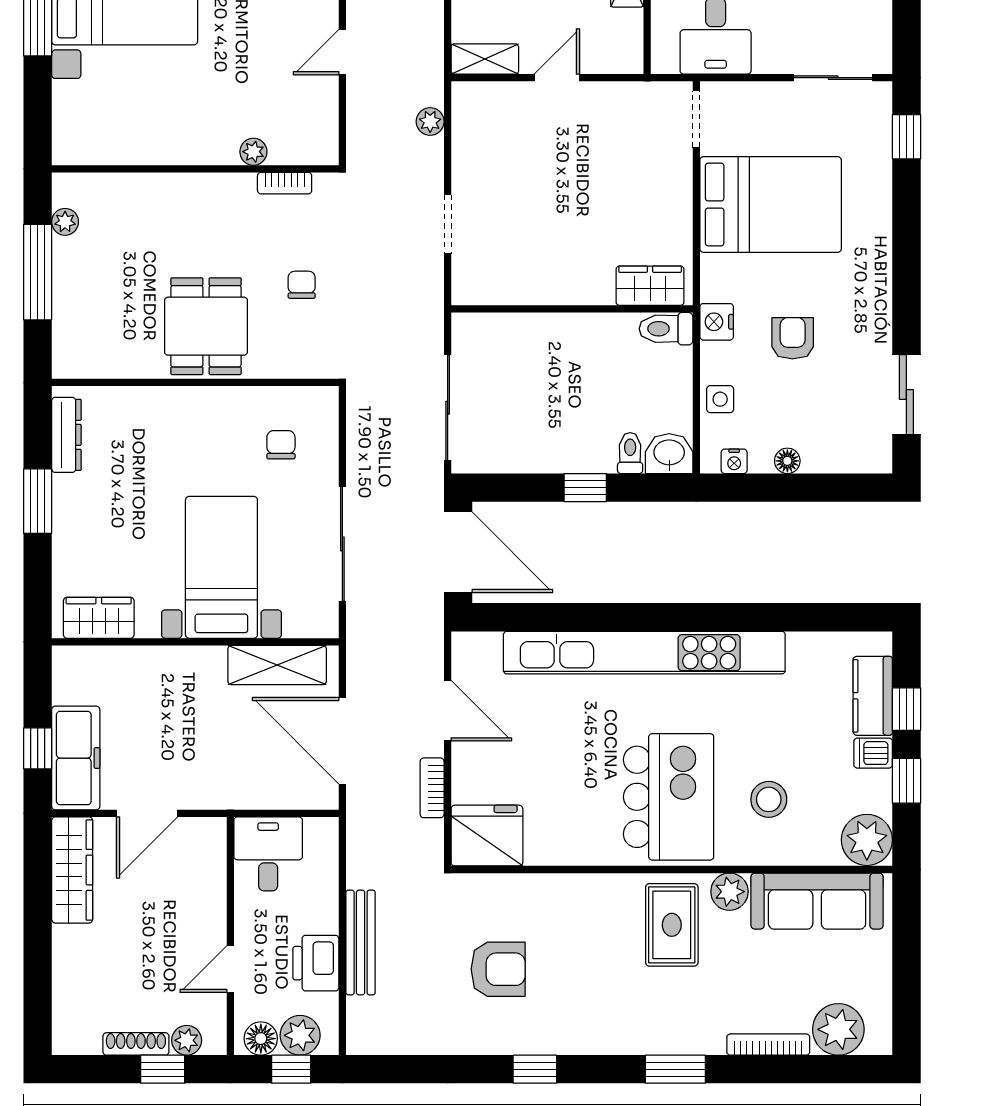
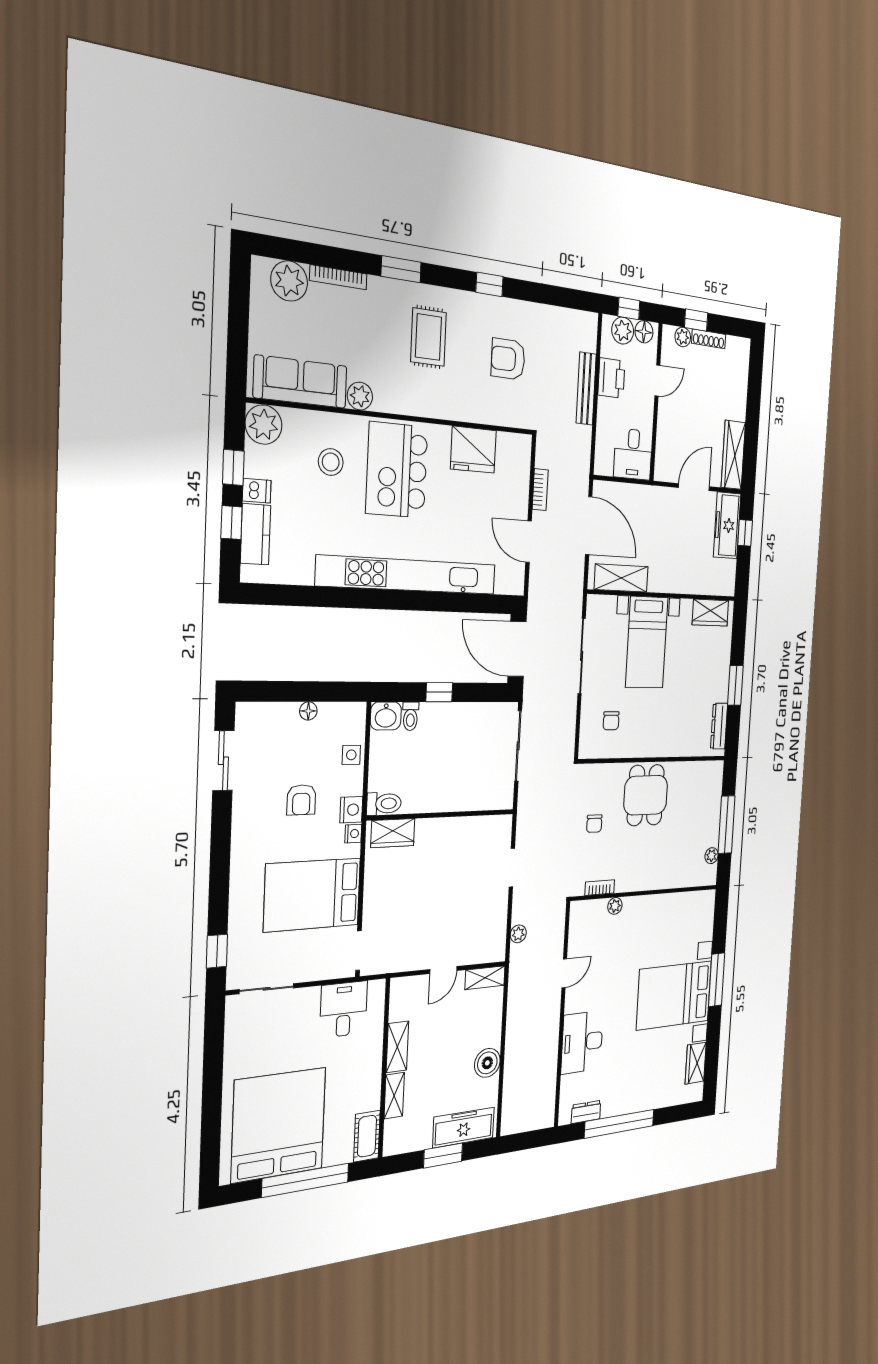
nightstand: (734, 461) -> (353, 834), moved, turned 90
fridge: (487, 836) -> (473, 450), moved
rug: (672, 925) -> (428, 337), moved

